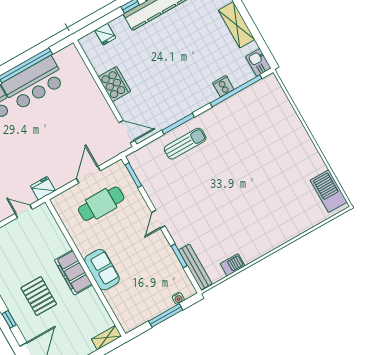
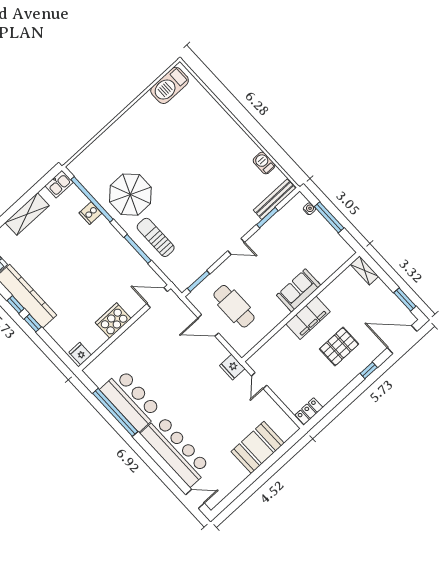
fridge: (105, 34) -> (80, 354), moved, turned -90
parasol: (232, 129) -> (130, 195), added
door: (127, 132) -> (157, 298), hinge flipped

